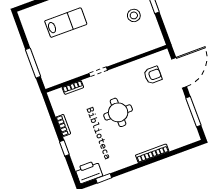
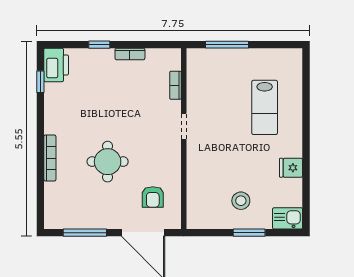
round table: (118, 112) -> (108, 162), moved

